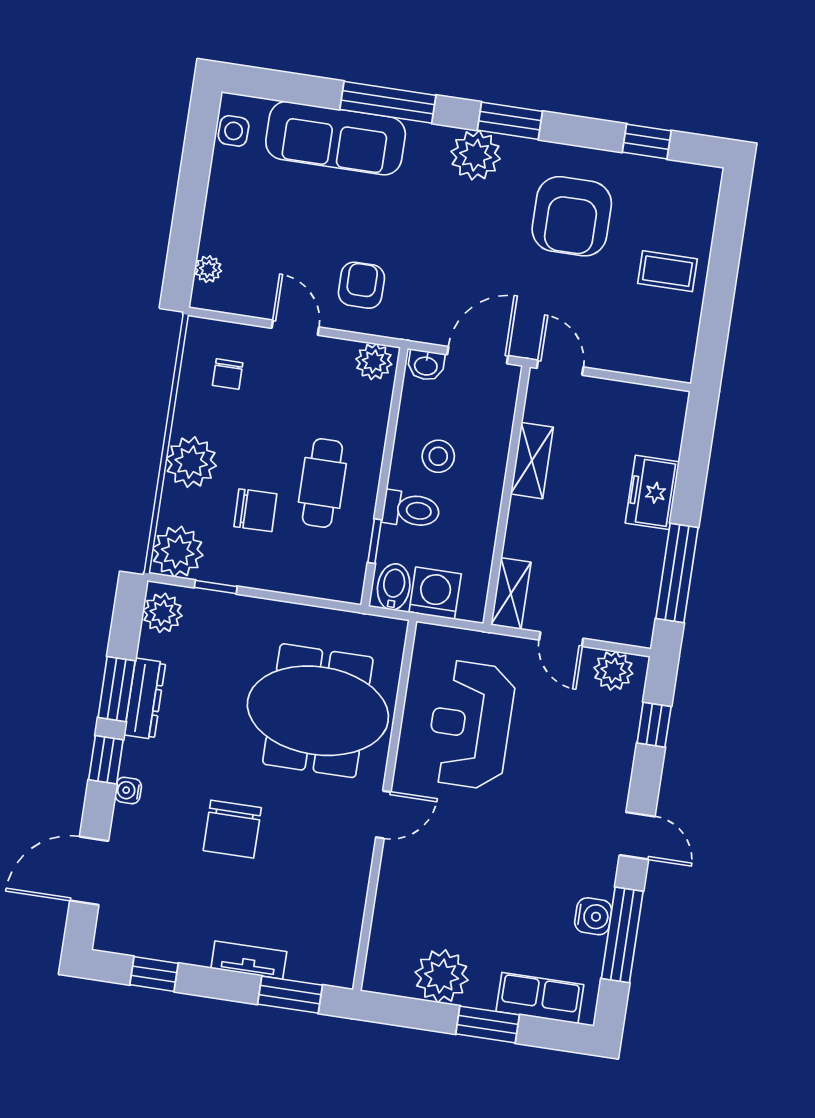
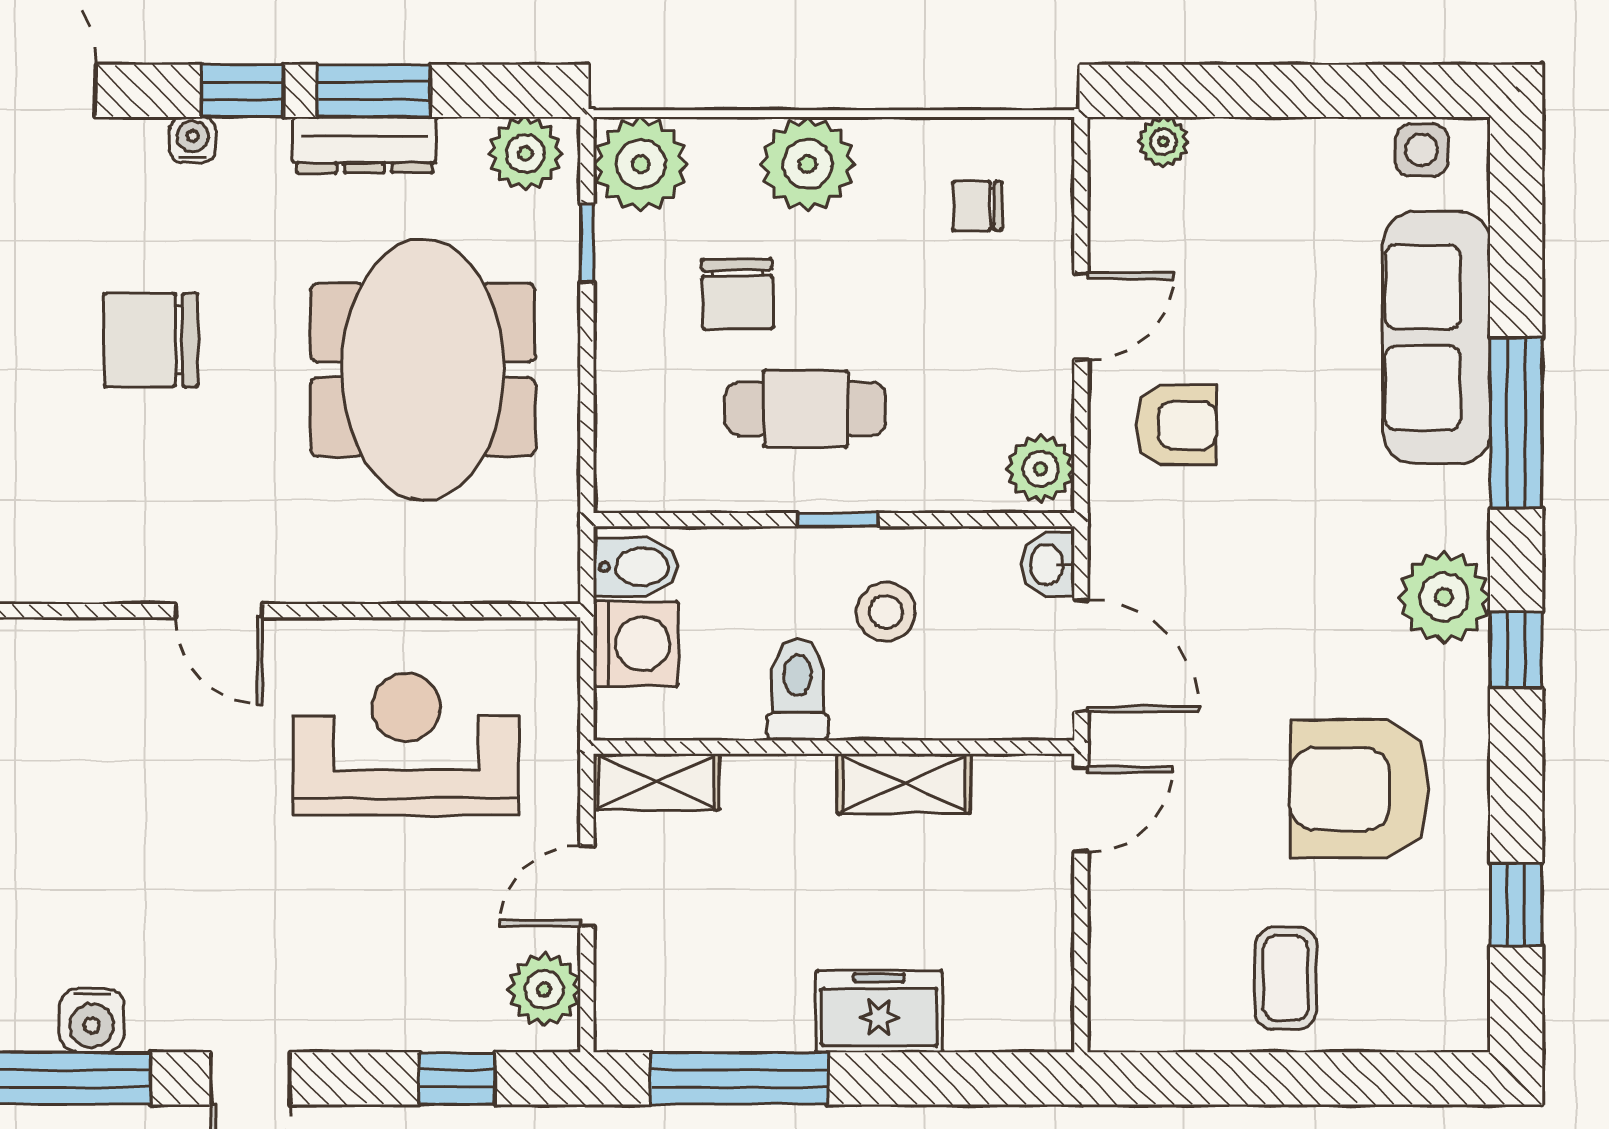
window: (510, 121) -> (1516, 650), width x0.67
toilet: (411, 510) -> (798, 689), moved, turned 180
window: (375, 541) -> (838, 520), moved
meeting table: (318, 711) -> (423, 370), moved

